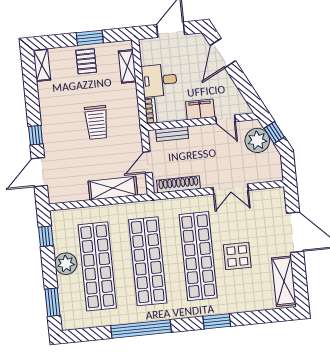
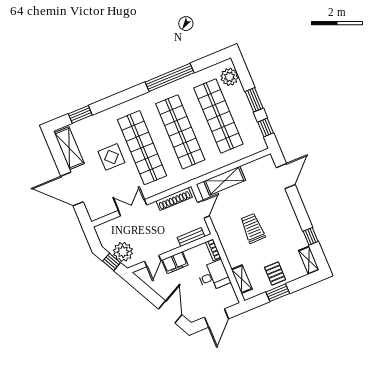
door: (225, 119) -> (153, 261), swing flipped
window: (36, 135) -> (311, 236), moved
plant: (66, 264) -> (229, 77), moved
window: (53, 302) -> (254, 100), moved
window: (217, 321) -> (80, 114), moved

